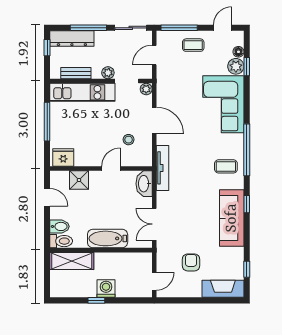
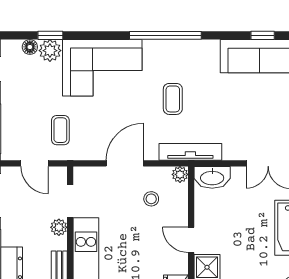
coffee table: (193, 45) -> (60, 130), moved
plant: (146, 89) -> (180, 174), moved
coffee table: (226, 166) -> (173, 99), moved
door: (111, 168) -> (191, 240), moved
window: (247, 204) -> (263, 35), moved

